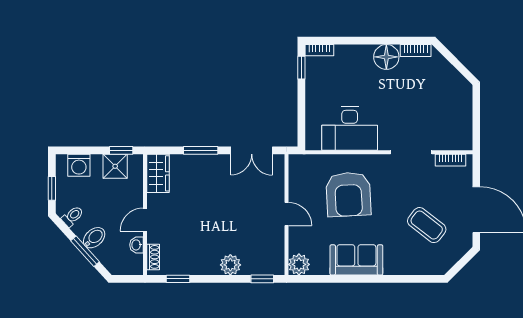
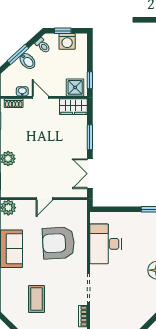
washing machine: (79, 165) -> (67, 41), moved, turned -90
shower: (115, 166) -> (75, 87), moved
coffee table: (427, 225) -> (36, 299), turned -38

